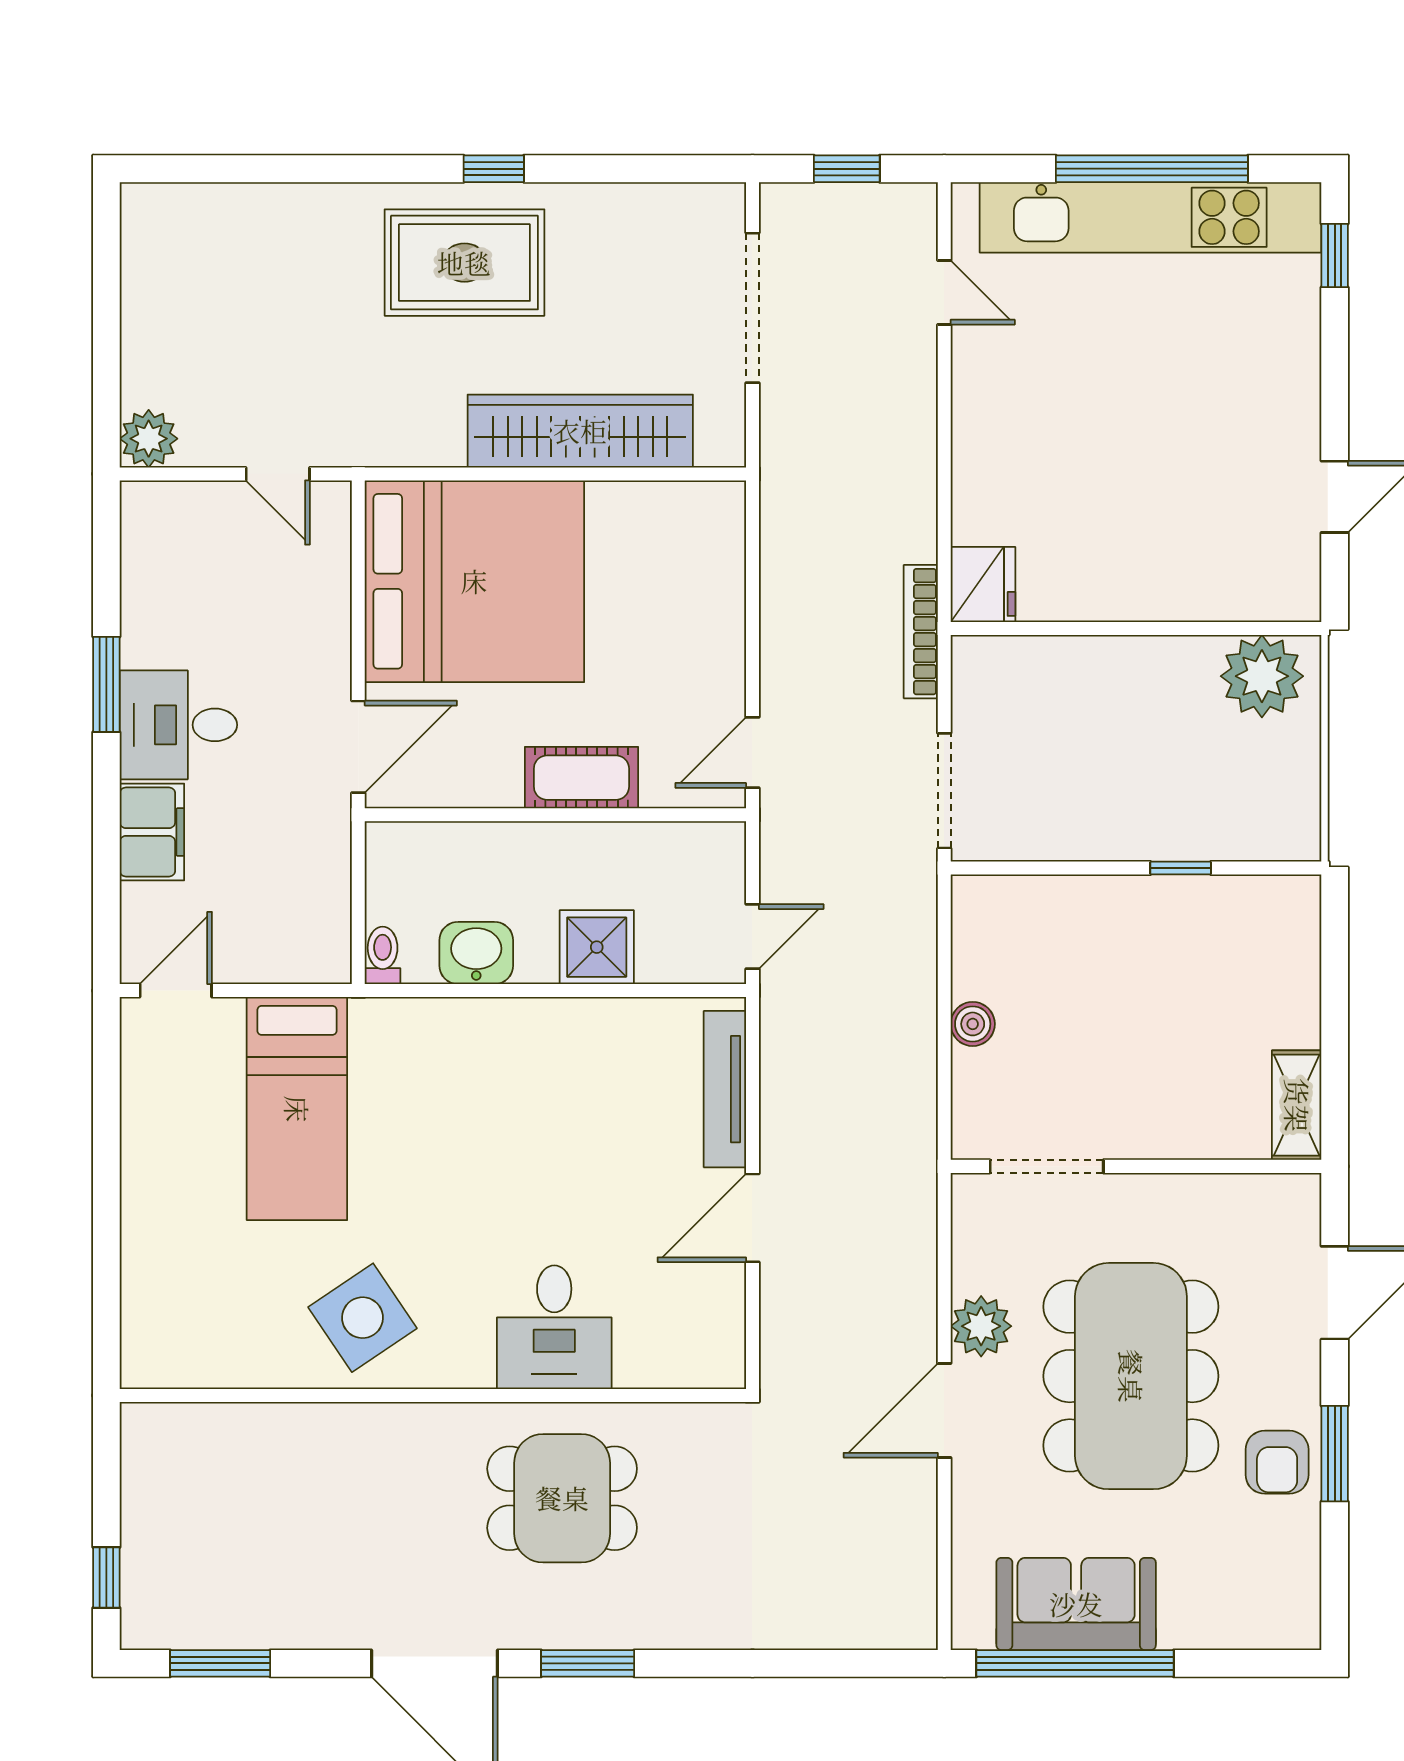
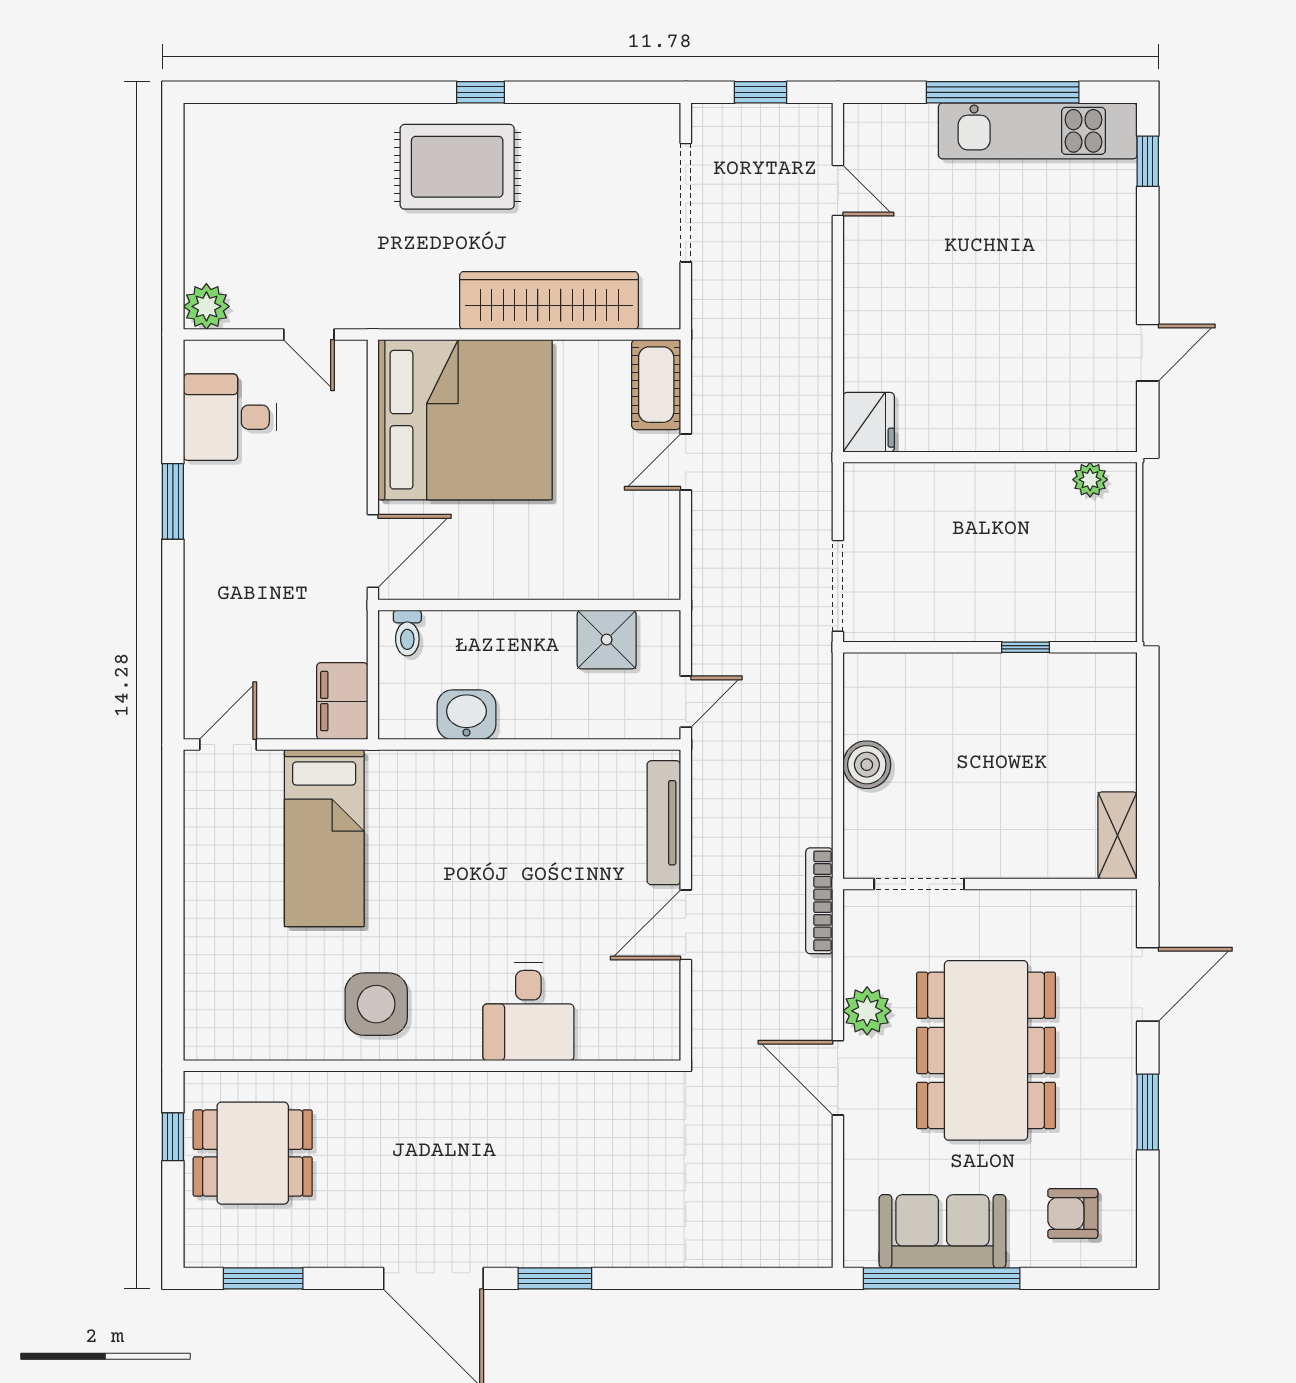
kitchen unit: (1151, 217) -> (1038, 131), width x0.73
bookcase: (921, 632) -> (819, 901), moved
plant: (1262, 676) -> (1090, 480), width x0.53, depth x0.53
desk: (178, 725) -> (230, 417), moved
door: (752, 752) -> (686, 462), moved
cot: (581, 778) -> (656, 385), moved, turned 90
filing cabinet: (152, 832) -> (342, 701), moved, turned 180
shower: (597, 947) -> (607, 640), moved
toilet: (383, 955) -> (407, 633), moved, turned 180
boiler: (973, 1024) -> (867, 765), width x1.36, depth x1.36
side table: (363, 1318) -> (376, 1004), turned 34
door: (944, 1410) -> (838, 1078), hinge flipped
armchair: (1277, 1462) -> (1073, 1213), moved, turned 90
dining table: (562, 1498) -> (253, 1153), moved
window: (106, 1577) -> (173, 1137), moved

